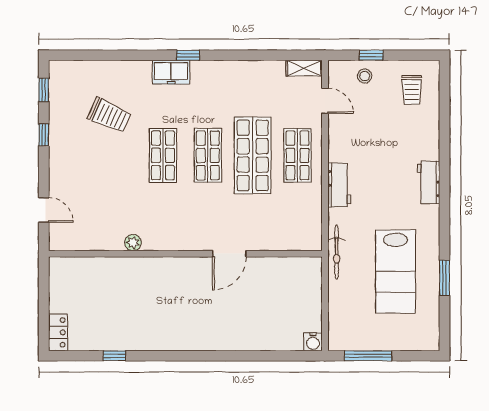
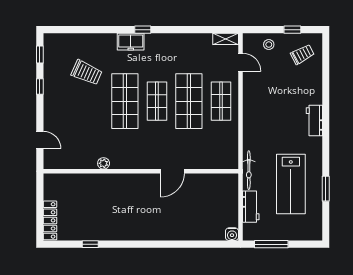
window: (371, 55) -> (292, 30), moved
trolley: (412, 90) -> (302, 54), turned -118
shop shelf: (163, 155) -> (125, 101), width x1.43, depth x1.36
workbench: (339, 185) -> (251, 207), moved
locker: (58, 332) -> (50, 220), width x1.53

